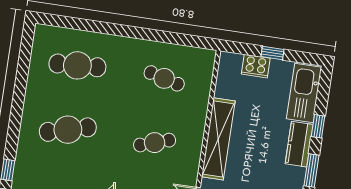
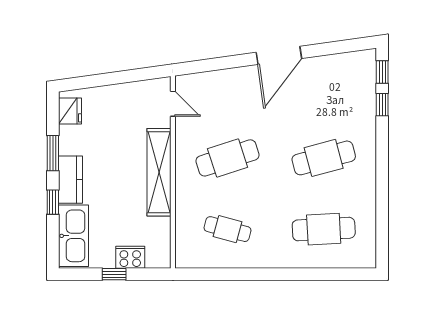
cafe table: (155, 143) -> (228, 158), width x1.37, depth x1.35

